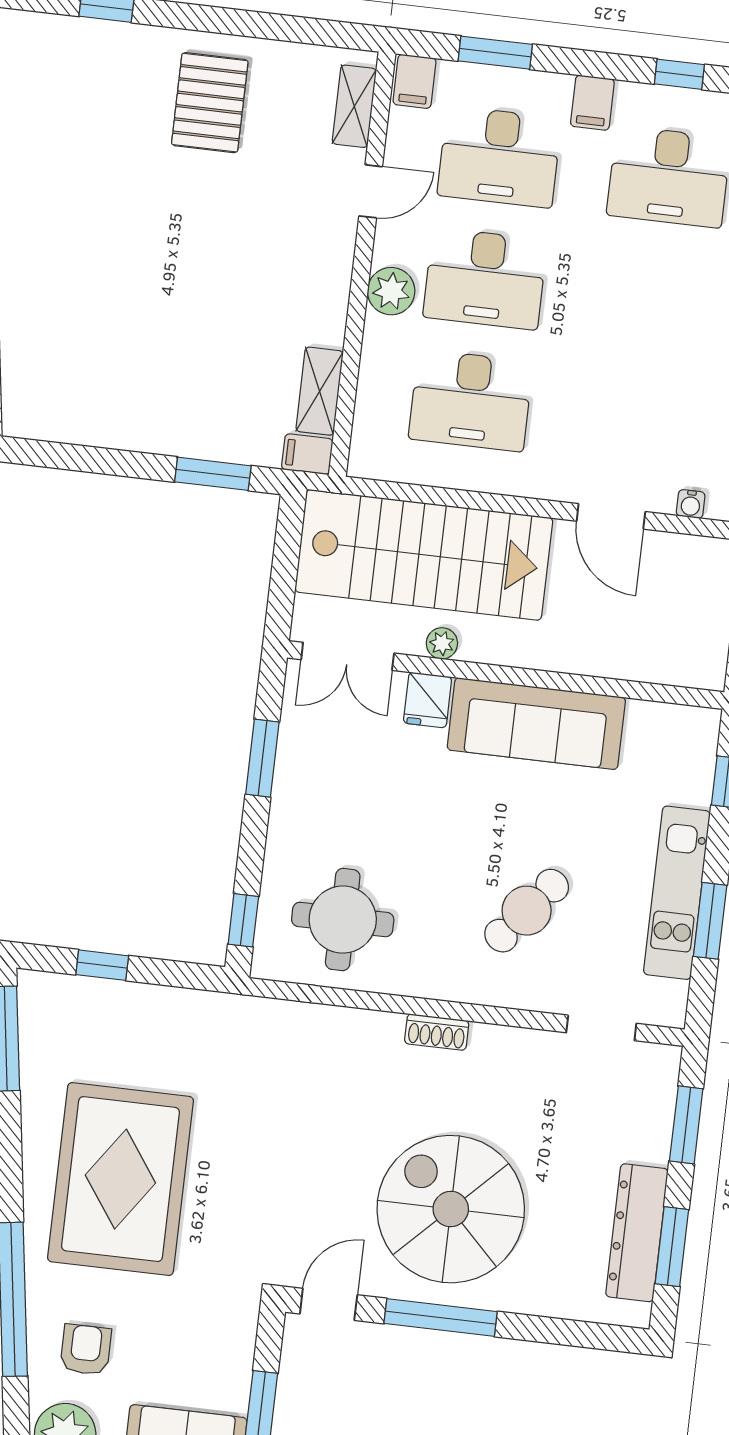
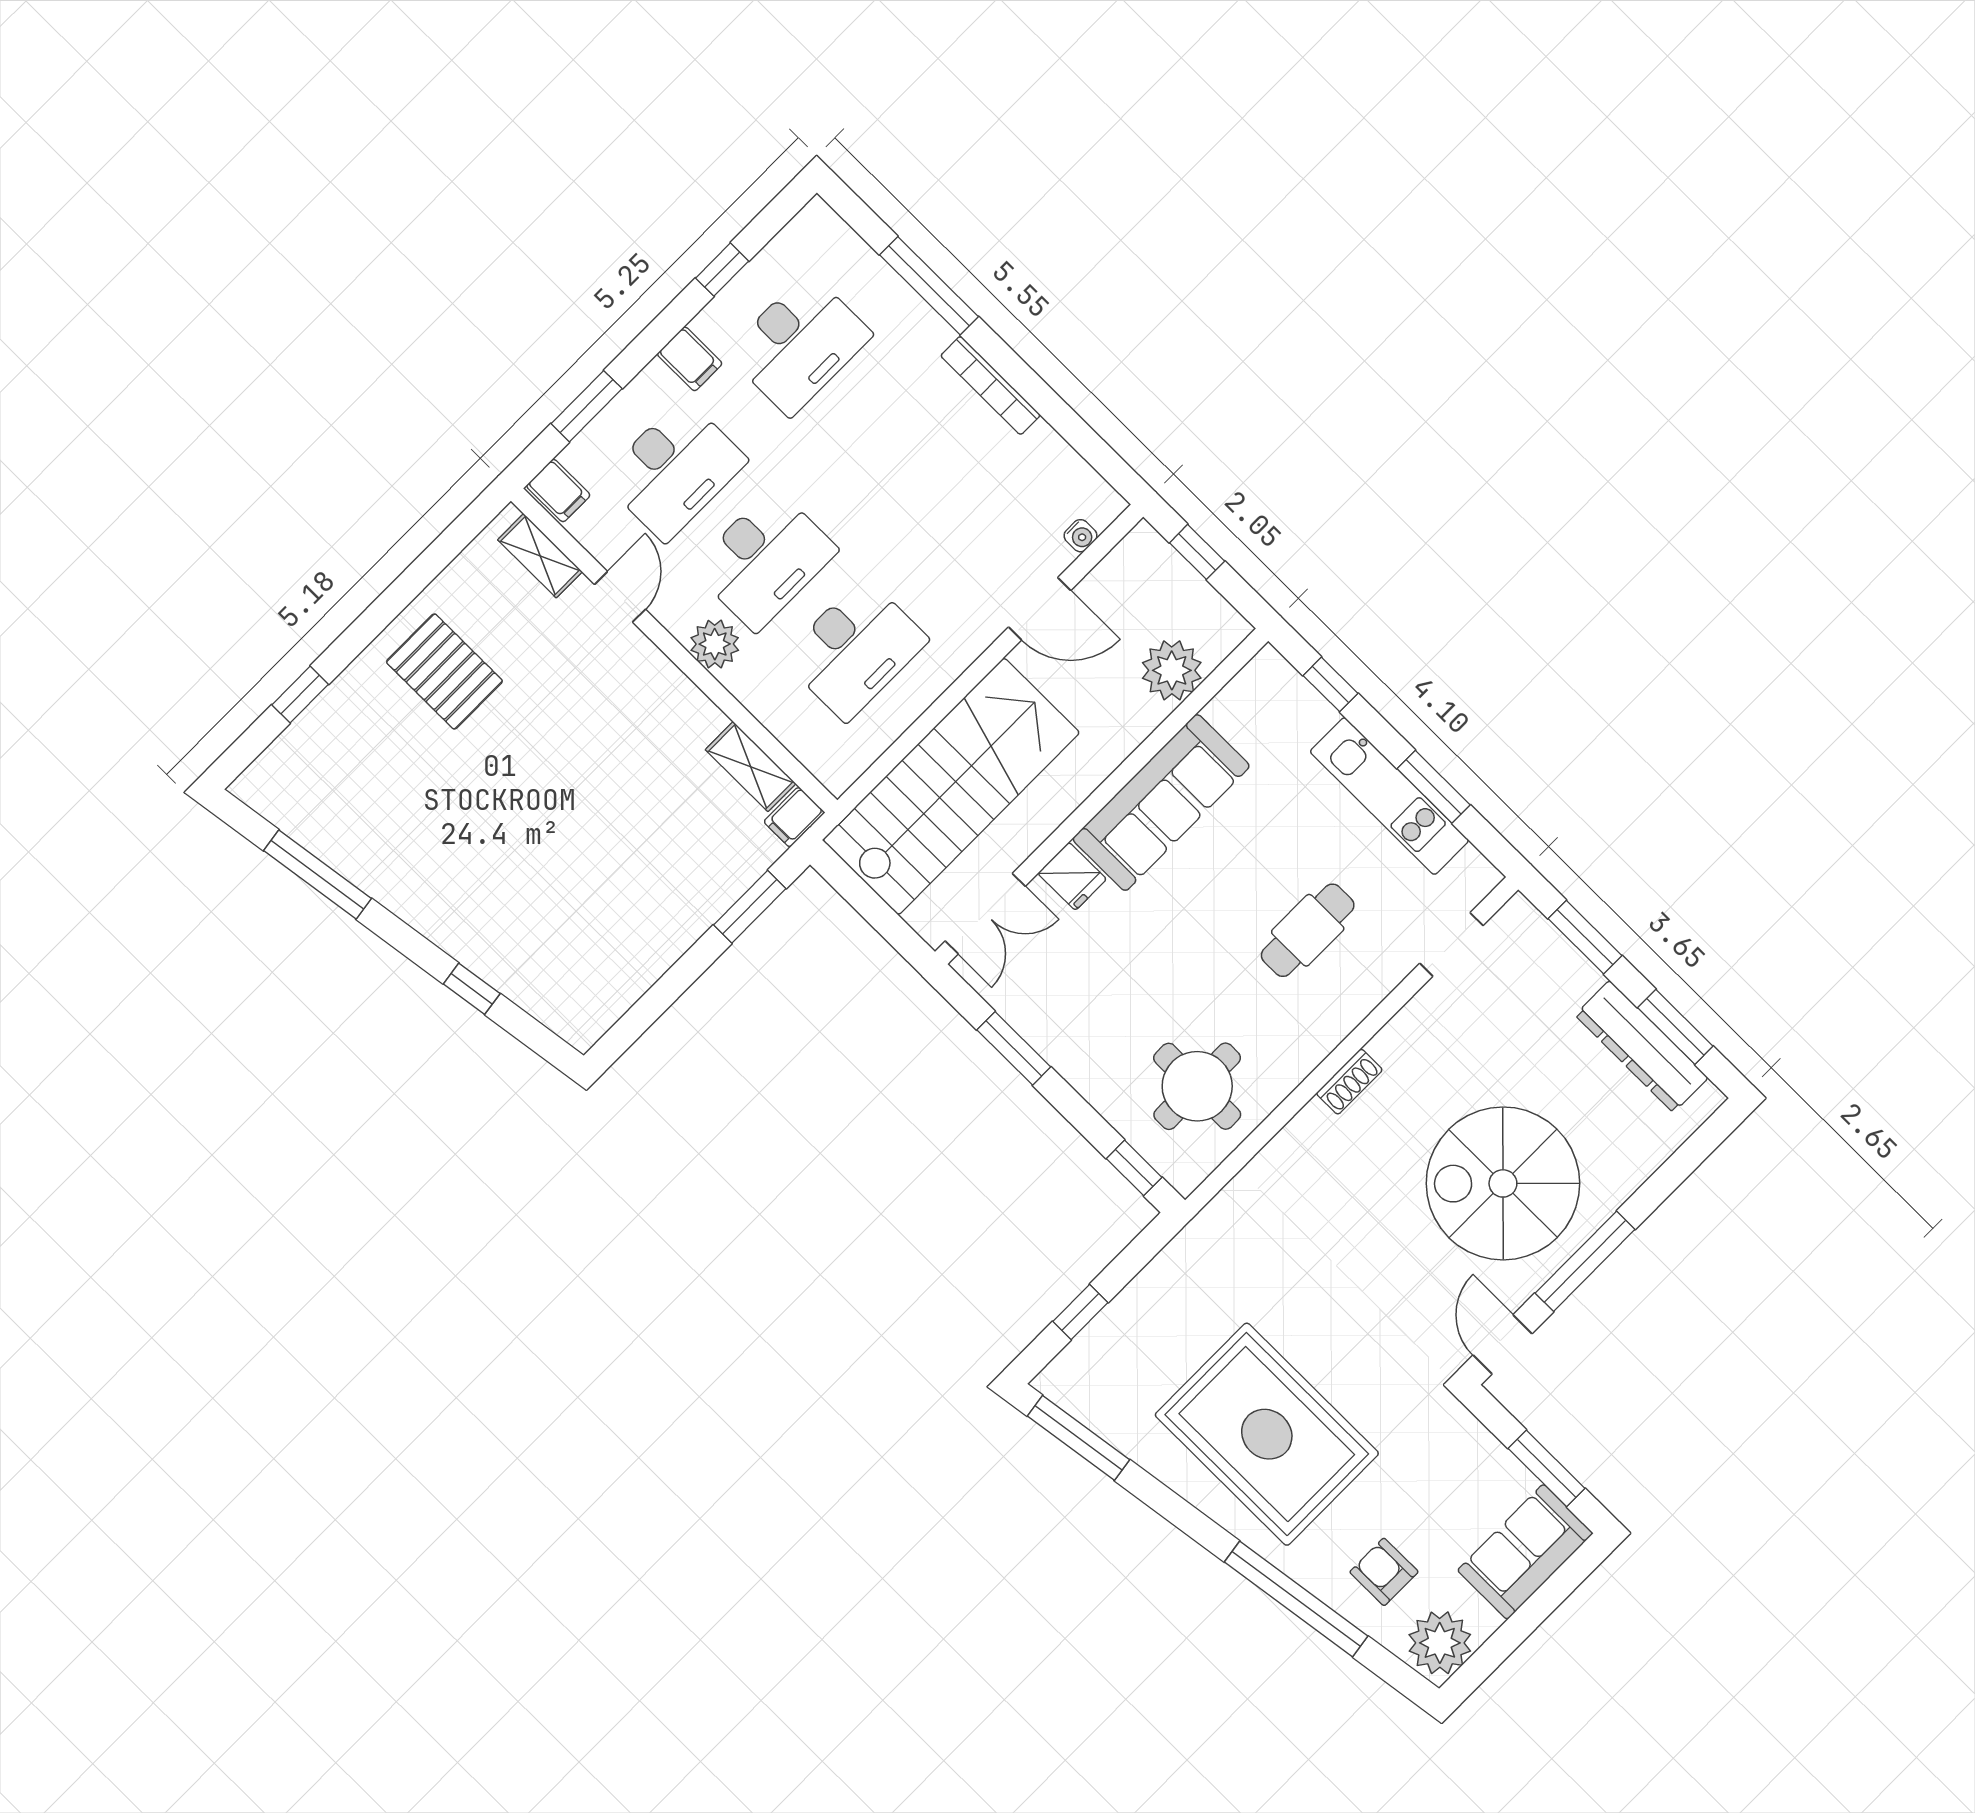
plant: (442, 643) -> (1172, 670), moved, width x1.88, depth x1.88
cafe table: (527, 911) -> (1308, 930), turned 51

